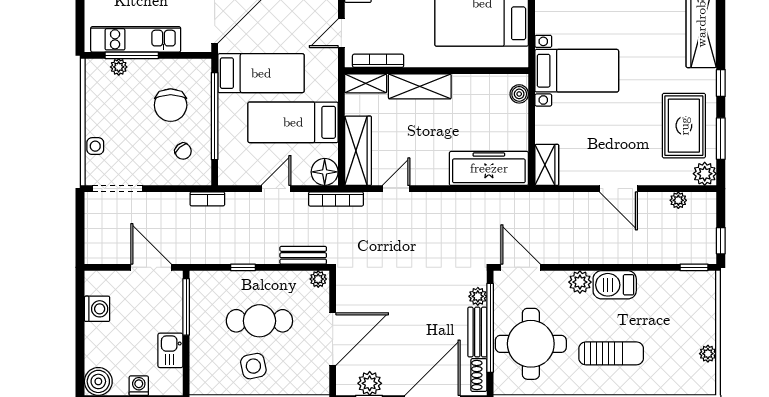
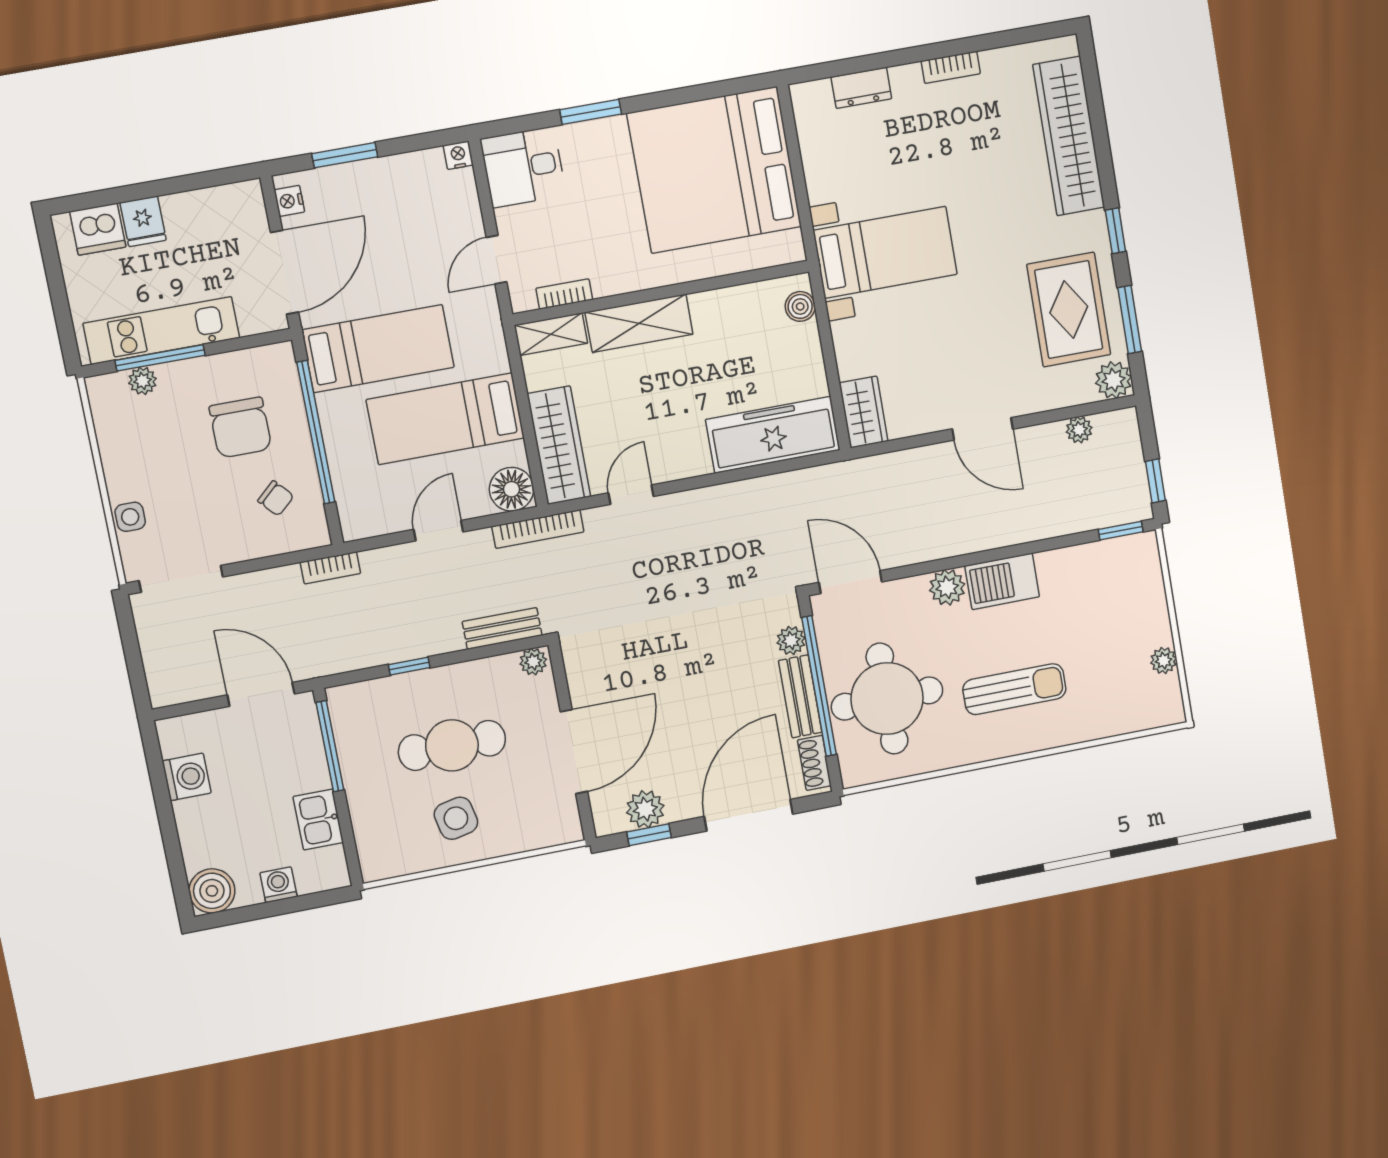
bookcase: (378, 61) -> (564, 294), width x0.64

